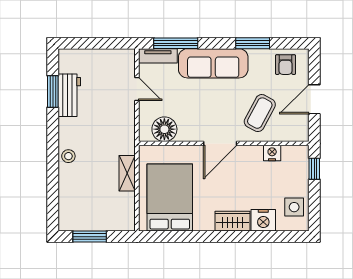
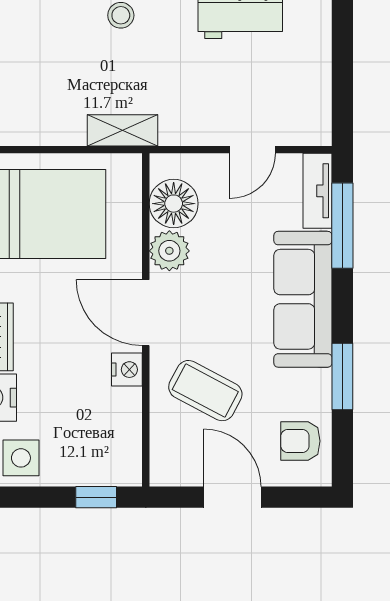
plant: (189, 131) -> (169, 251), added
nightstand: (272, 153) -> (127, 370), moved
shelving: (127, 173) -> (123, 130), moved

